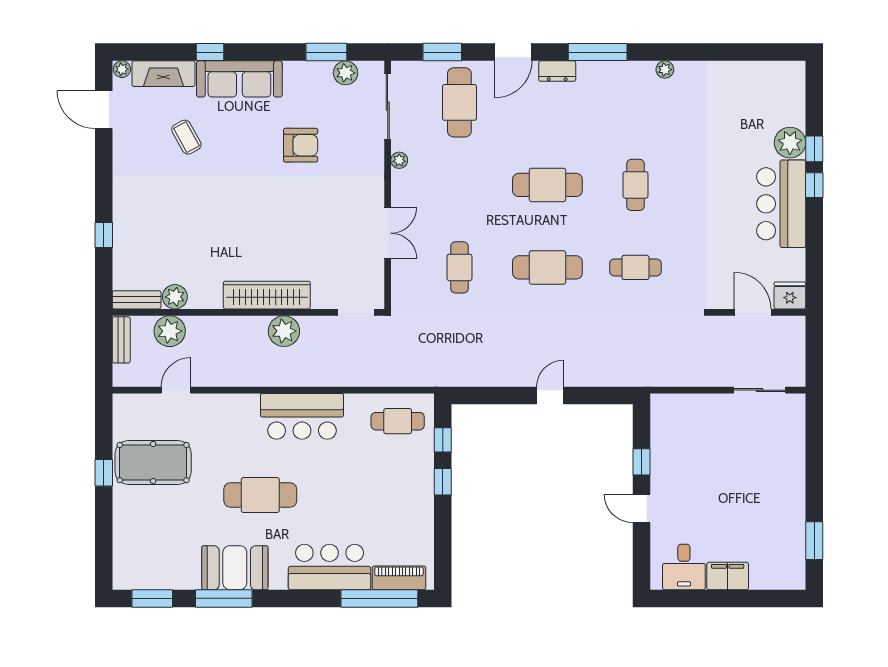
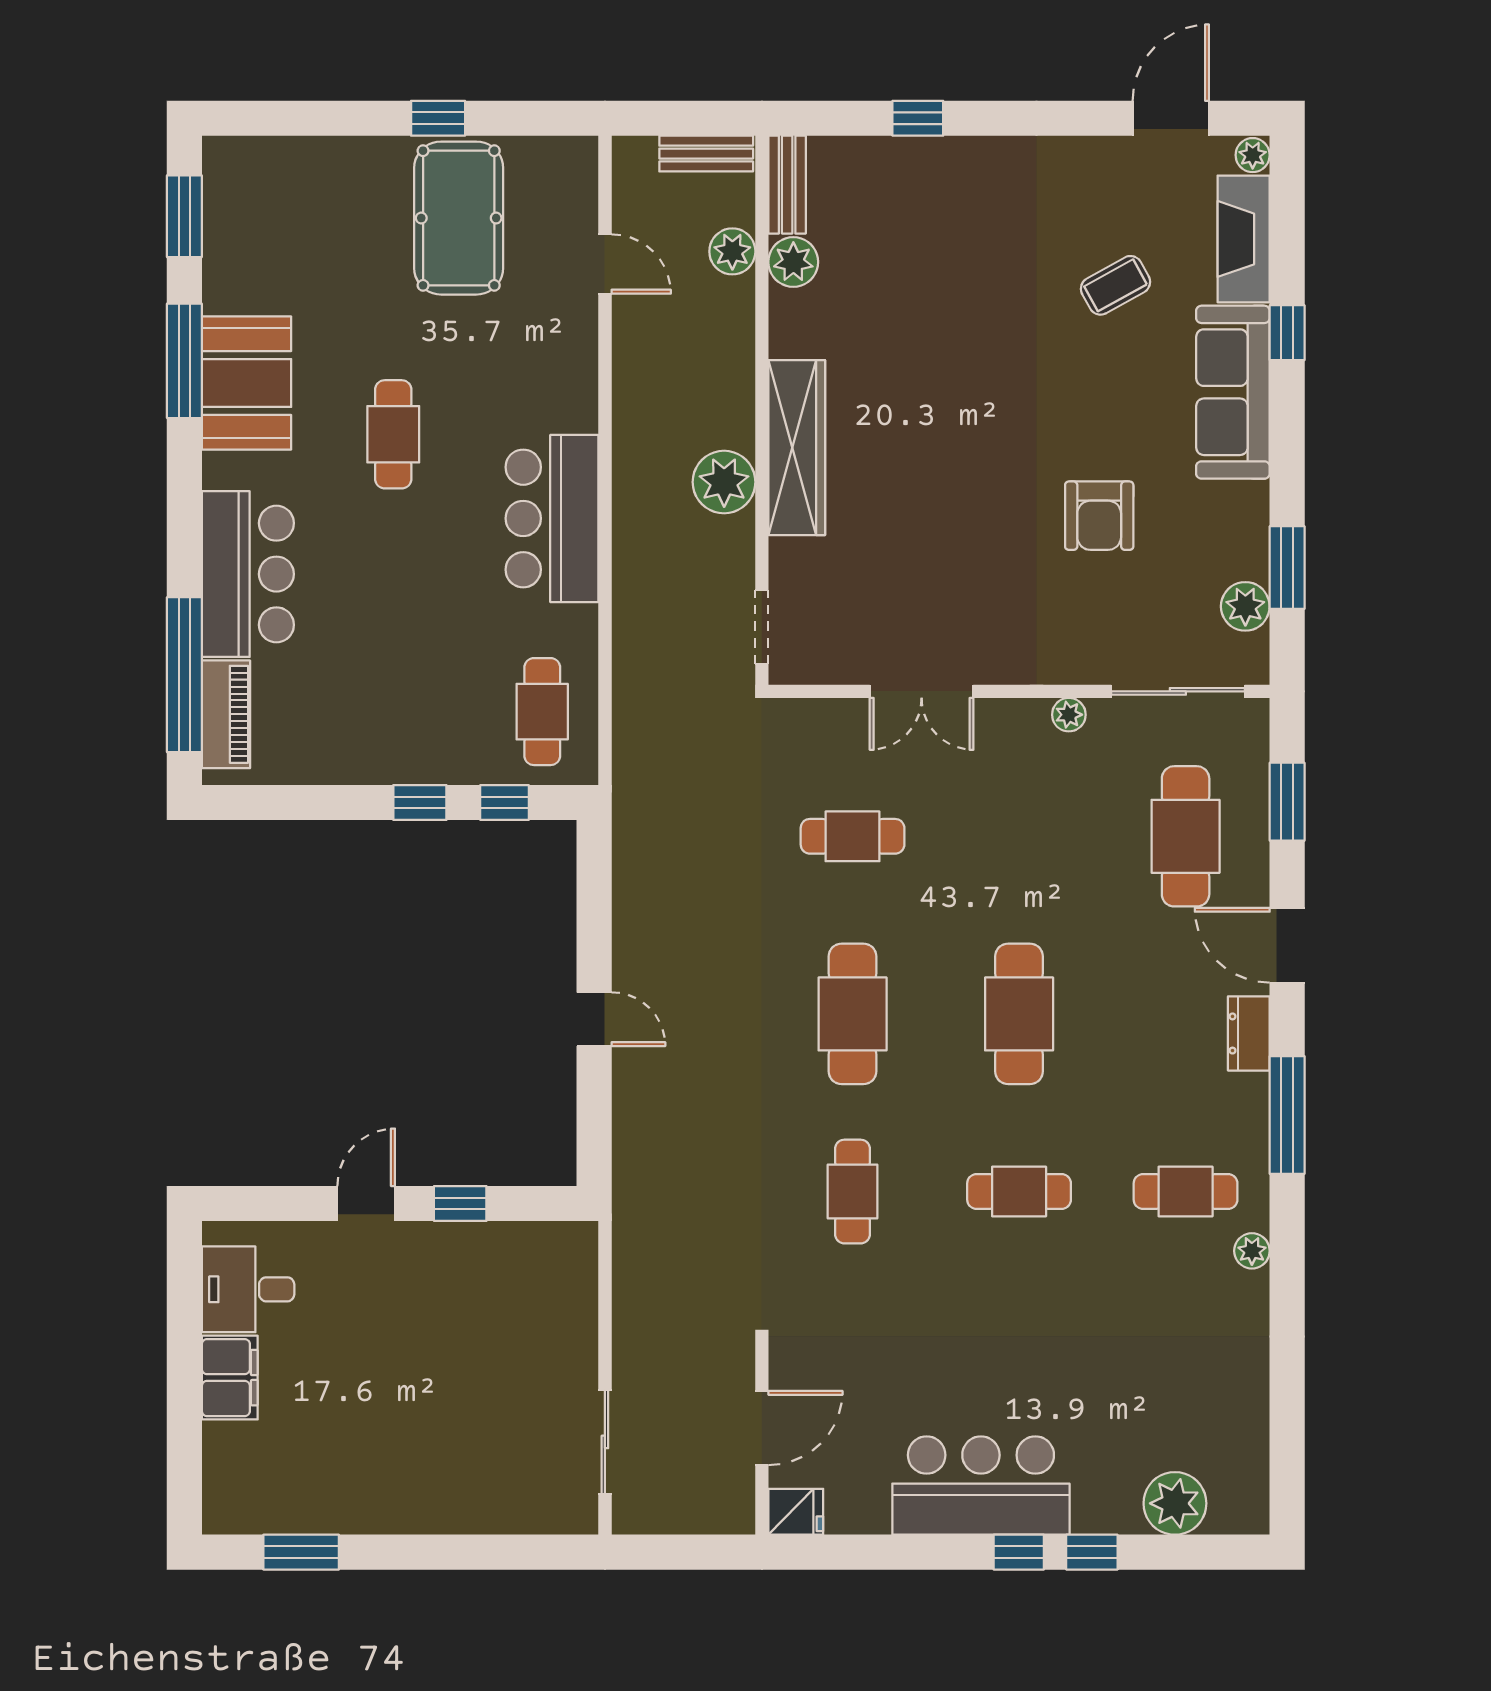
cafe table: (459, 102) -> (1186, 836), turned 90
cafe table: (635, 102) -> (1186, 1192), added
plant: (790, 143) -> (1175, 1503), moved
fridge: (790, 296) -> (796, 1512), width x0.72
plant: (170, 331) -> (732, 251), width x0.73, depth x0.73
cafe table: (260, 495) -> (393, 434), width x0.73, depth x0.74

